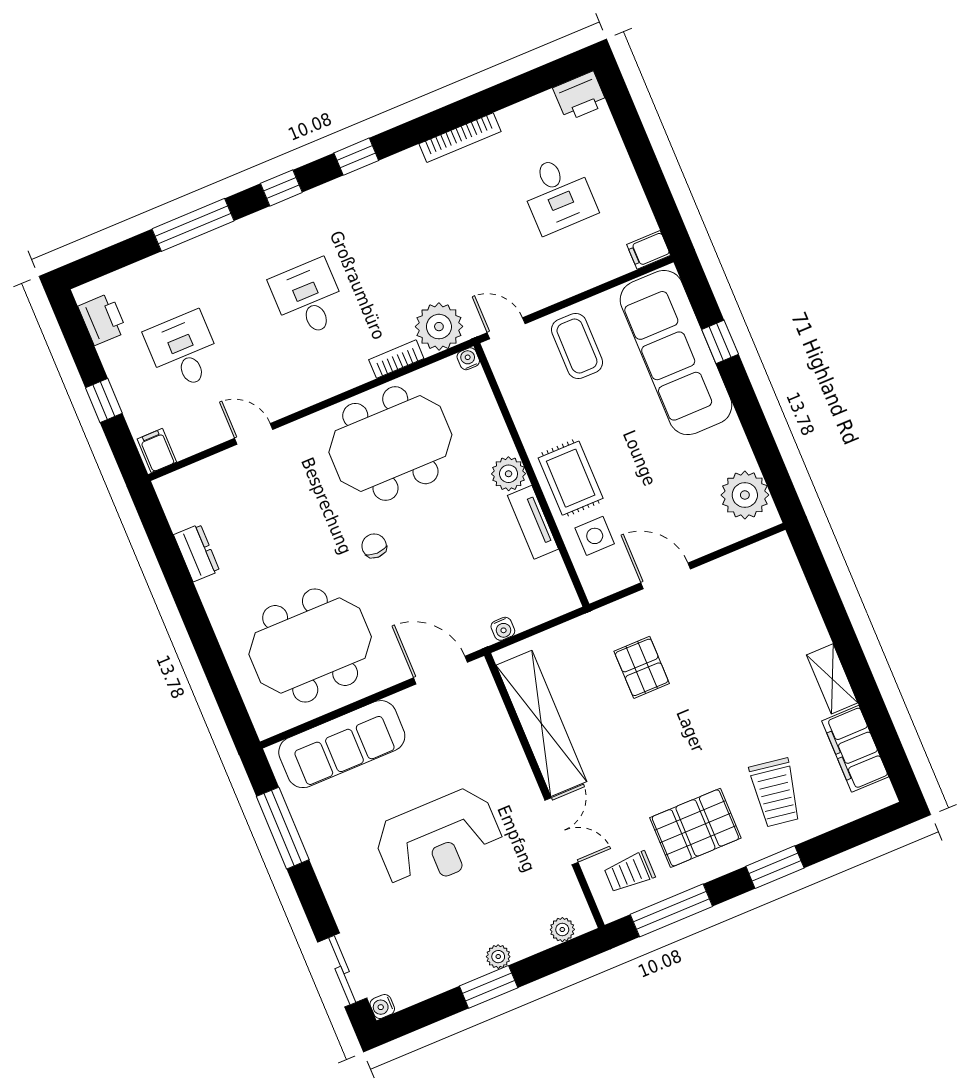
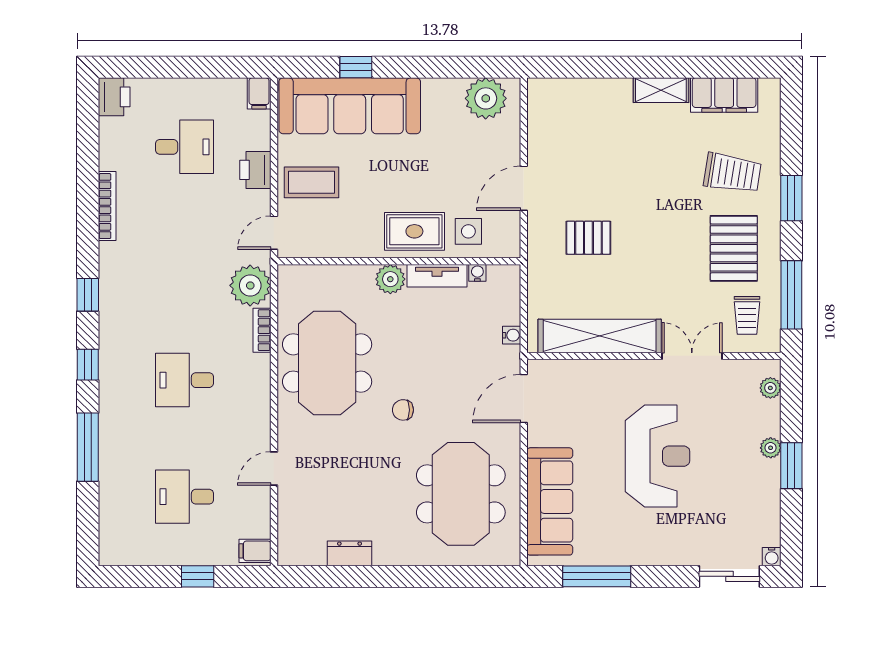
printer: (102, 319) -> (255, 170), moved, turned -90
water cooler: (468, 359) -> (477, 273), moved, turned 90

